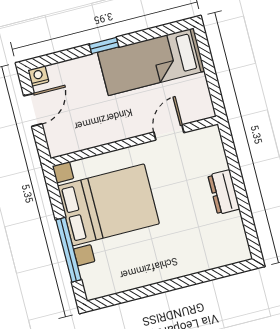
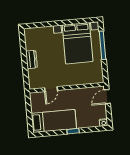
door: (33, 110) -> (107, 97), moved
bed with nightstands: (108, 205) -> (78, 43), moved, turned -90

